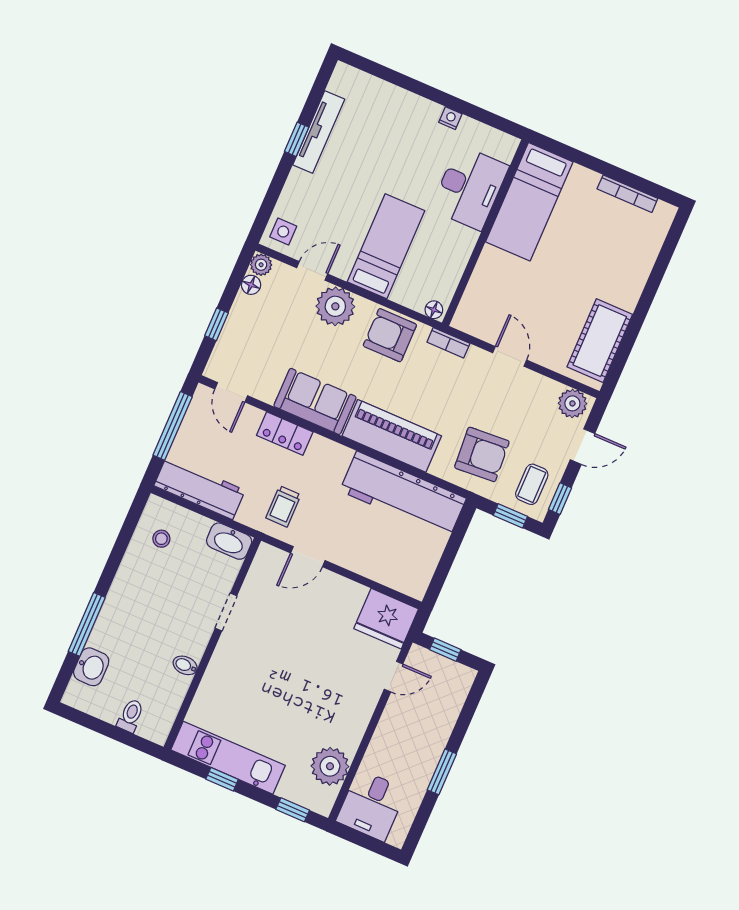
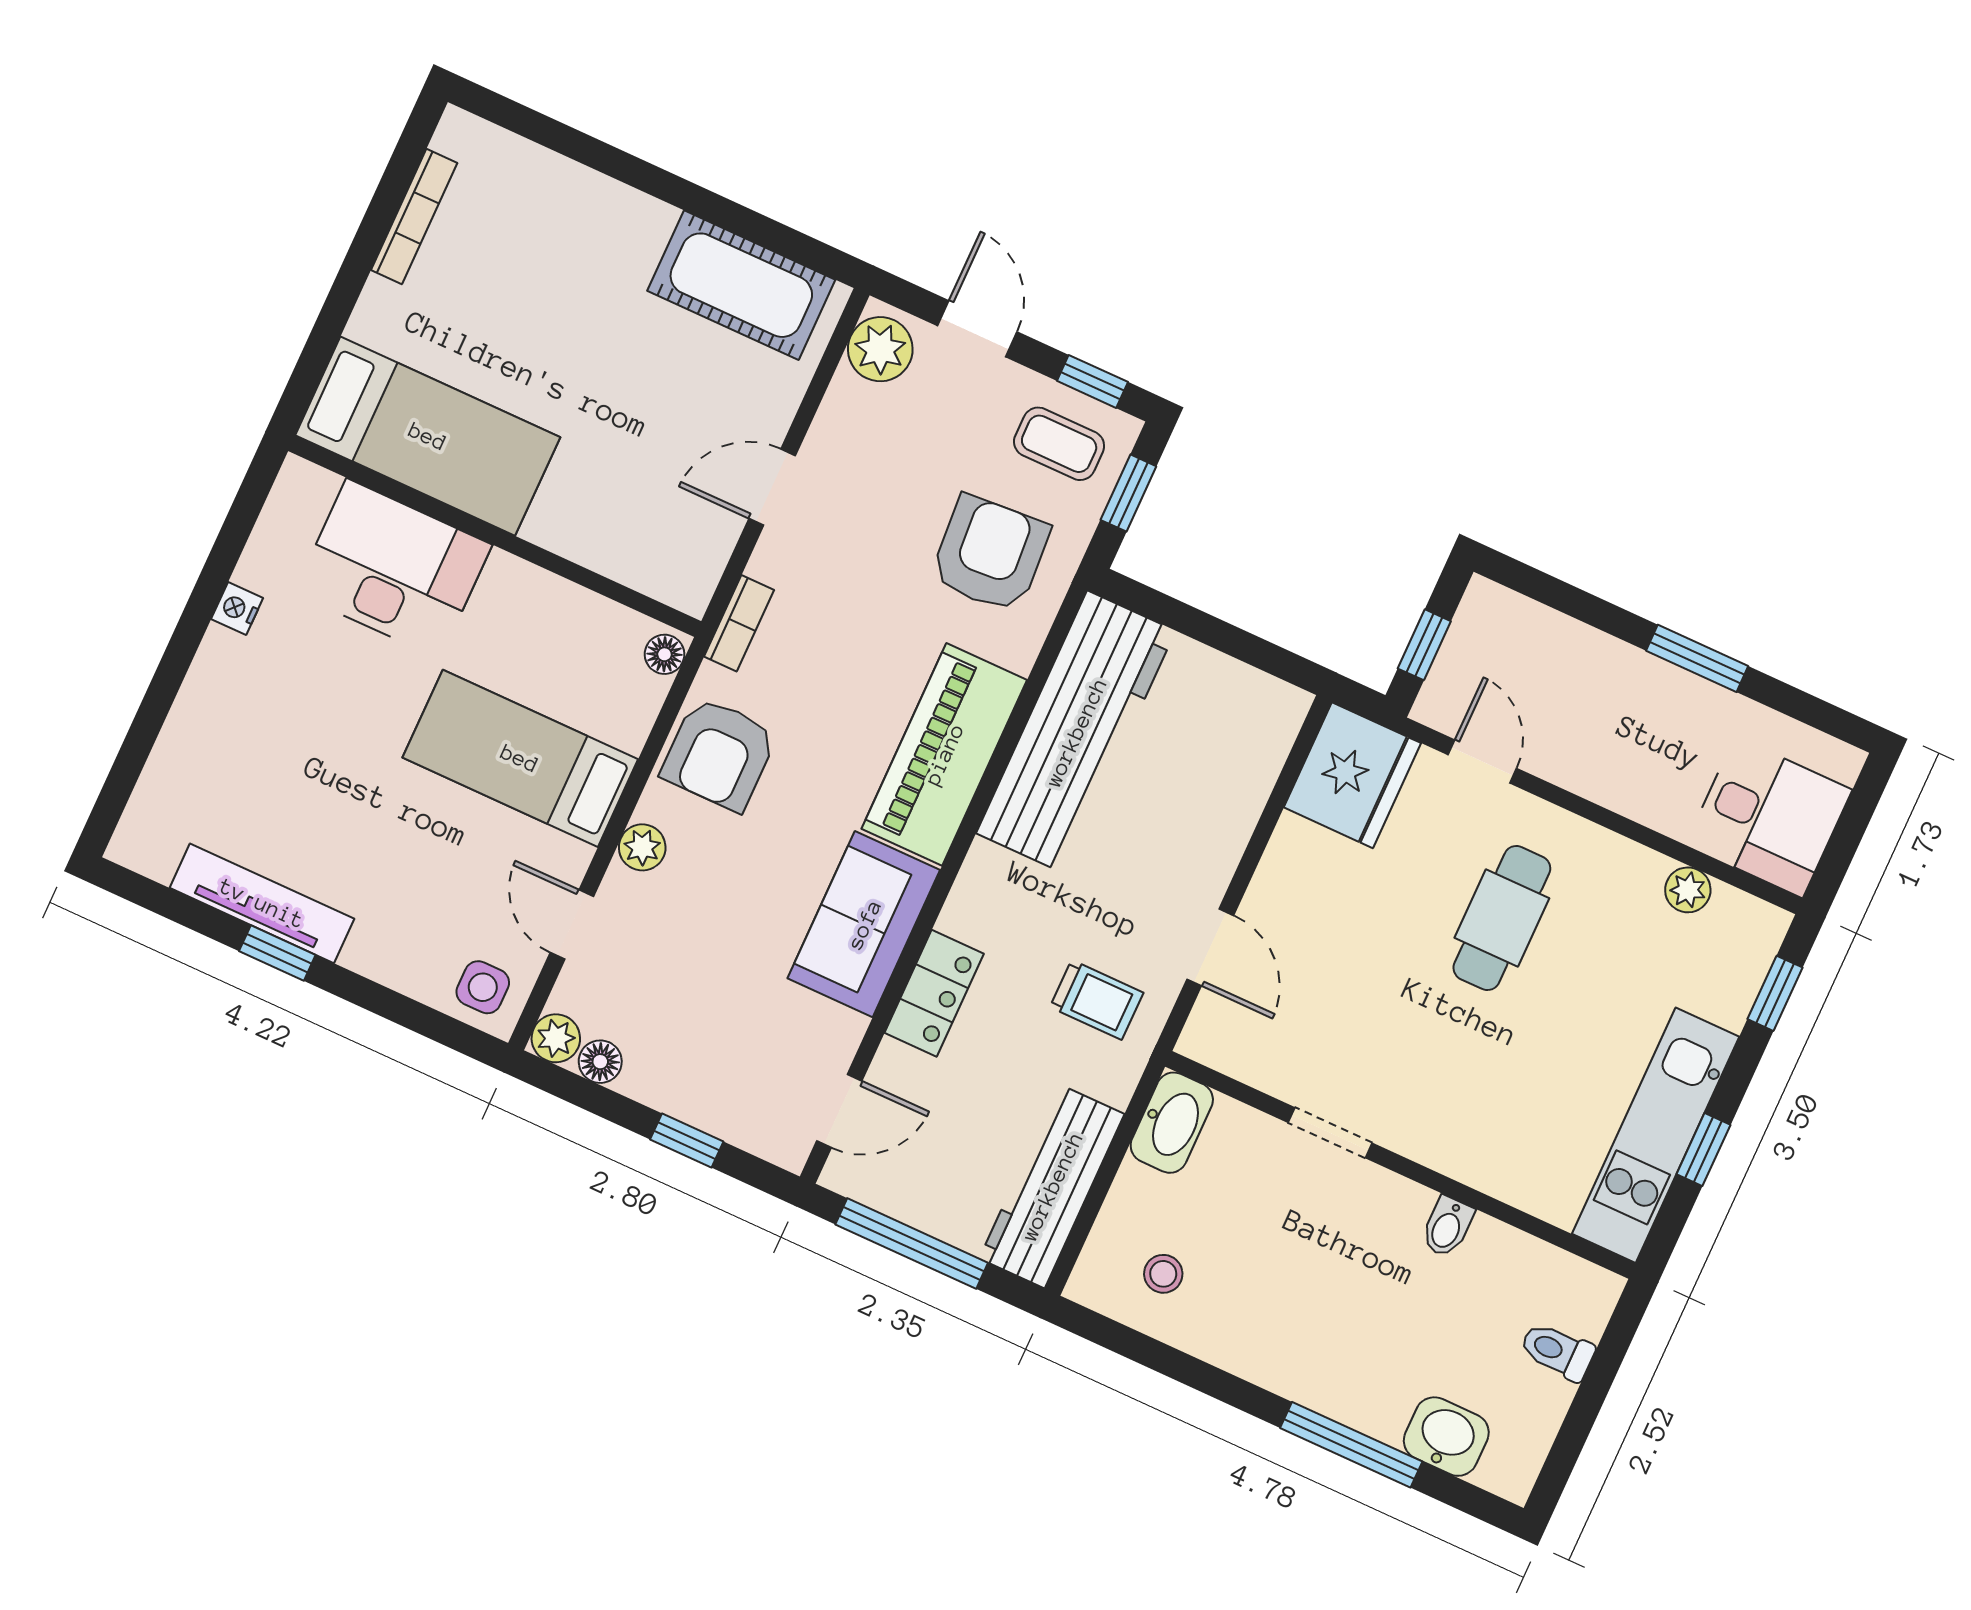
plant: (335, 306) -> (642, 847), width x0.53, depth x0.53
cafe table: (324, 687) -> (1502, 918), added
plant: (330, 766) -> (1688, 890), width x0.53, depth x0.53

